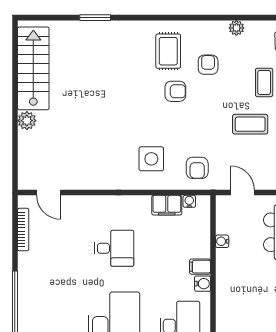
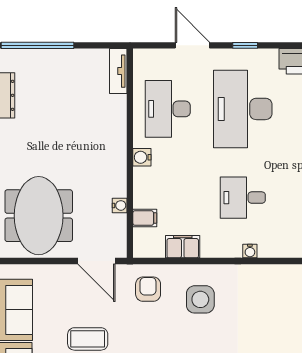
door: (242, 193) -> (96, 261), width x1.38
water cooler: (189, 201) -> (250, 251), moved
filing cabinet: (200, 267) -> (145, 218), moved

